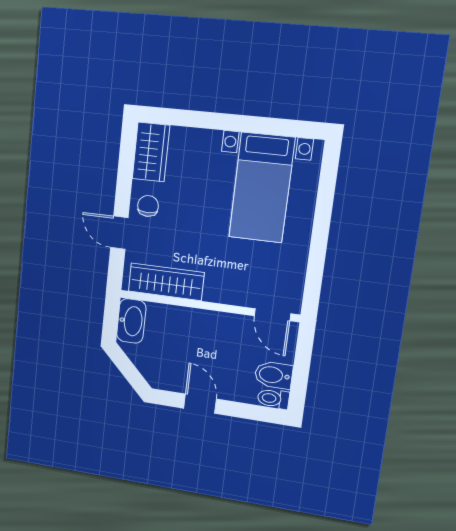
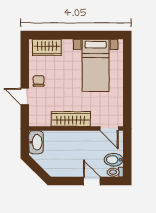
wardrobe: (151, 152) -> (47, 47), moved, turned 90
wardrobe: (166, 282) -> (71, 119), moved
door: (200, 404) -> (92, 181), moved

